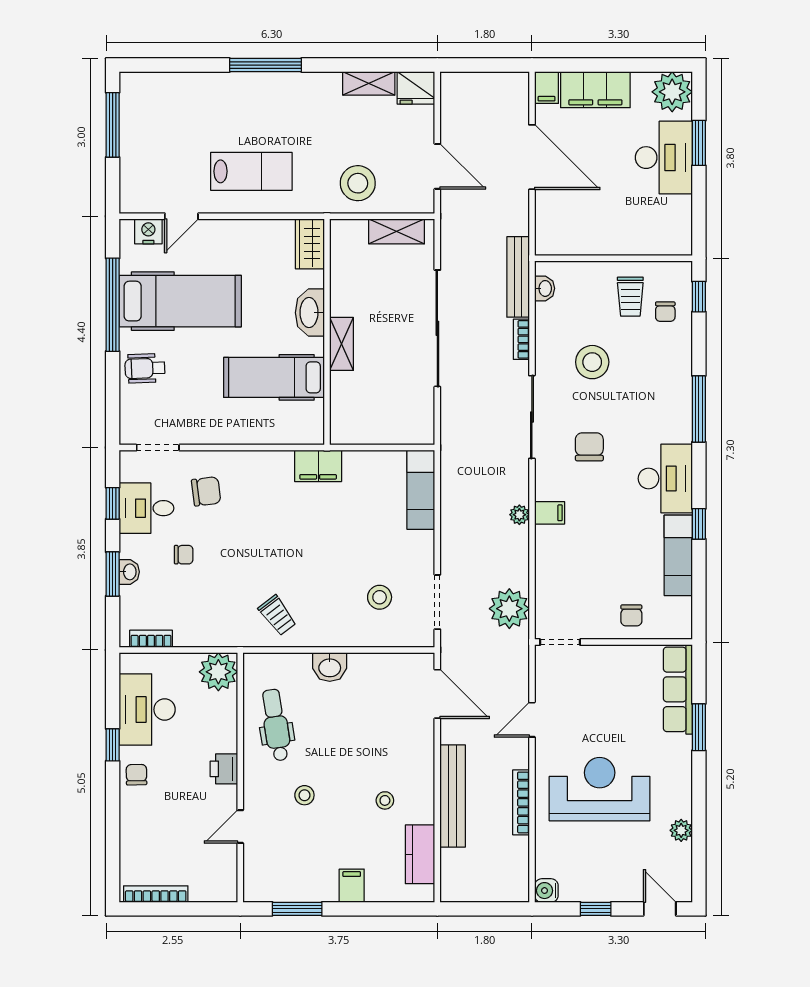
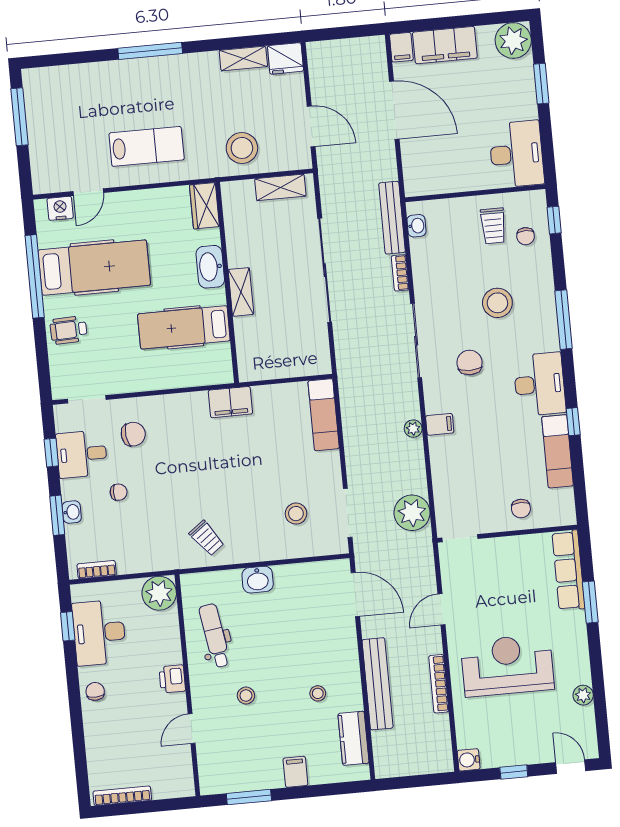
desk: (664, 158) -> (516, 154), moved
stool: (592, 362) -> (497, 303), moved
window: (113, 745) -> (68, 626), moved

